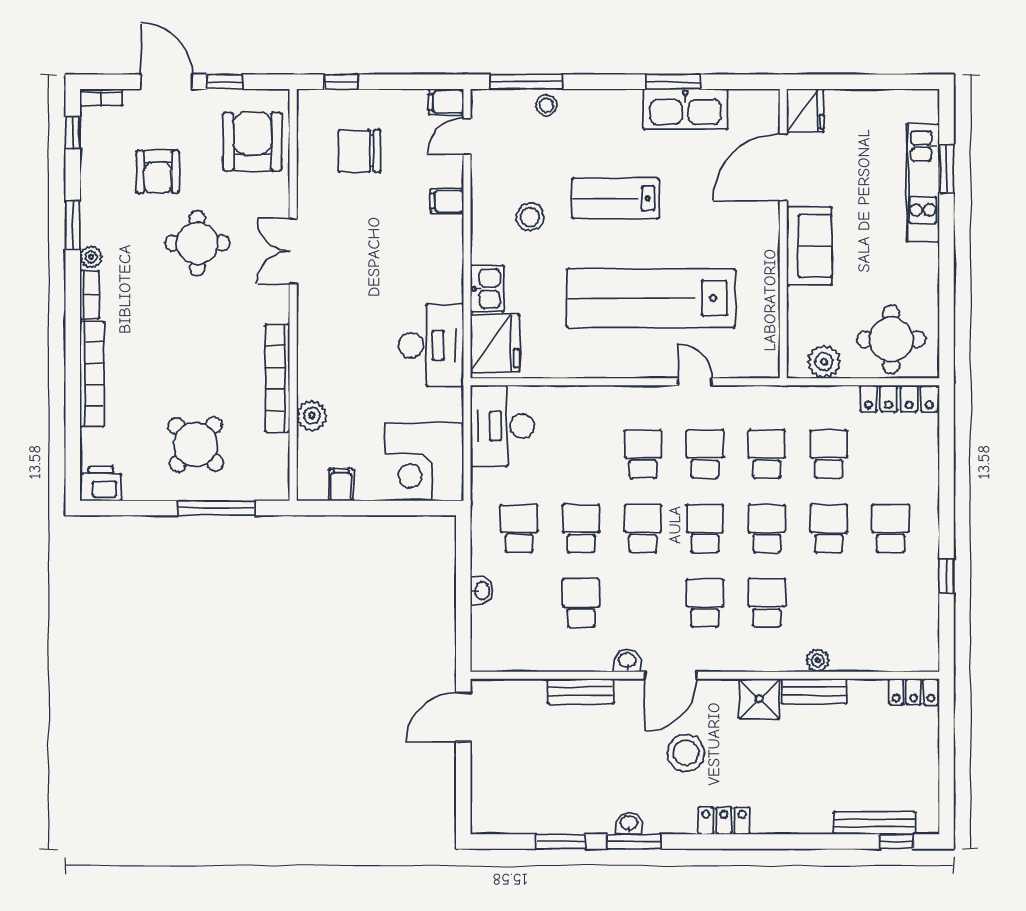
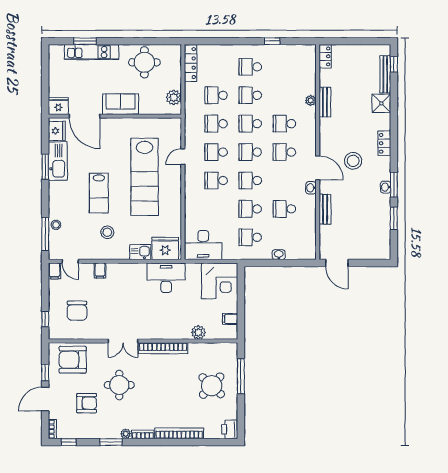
fridge: (751, 107) -> (57, 131), added
round table: (891, 339) -> (144, 62), moved
bookcase: (277, 378) -> (163, 348), moved
shower: (759, 699) -> (381, 103), moved

